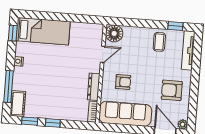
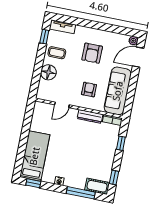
floor lamp: (114, 33) -> (48, 72), moved
tv unit: (188, 50) -> (62, 27), width x0.71
door: (103, 54) -> (62, 105), swing flipped
armchair: (172, 90) -> (92, 53), moved
window: (53, 123) -> (121, 143), moved

